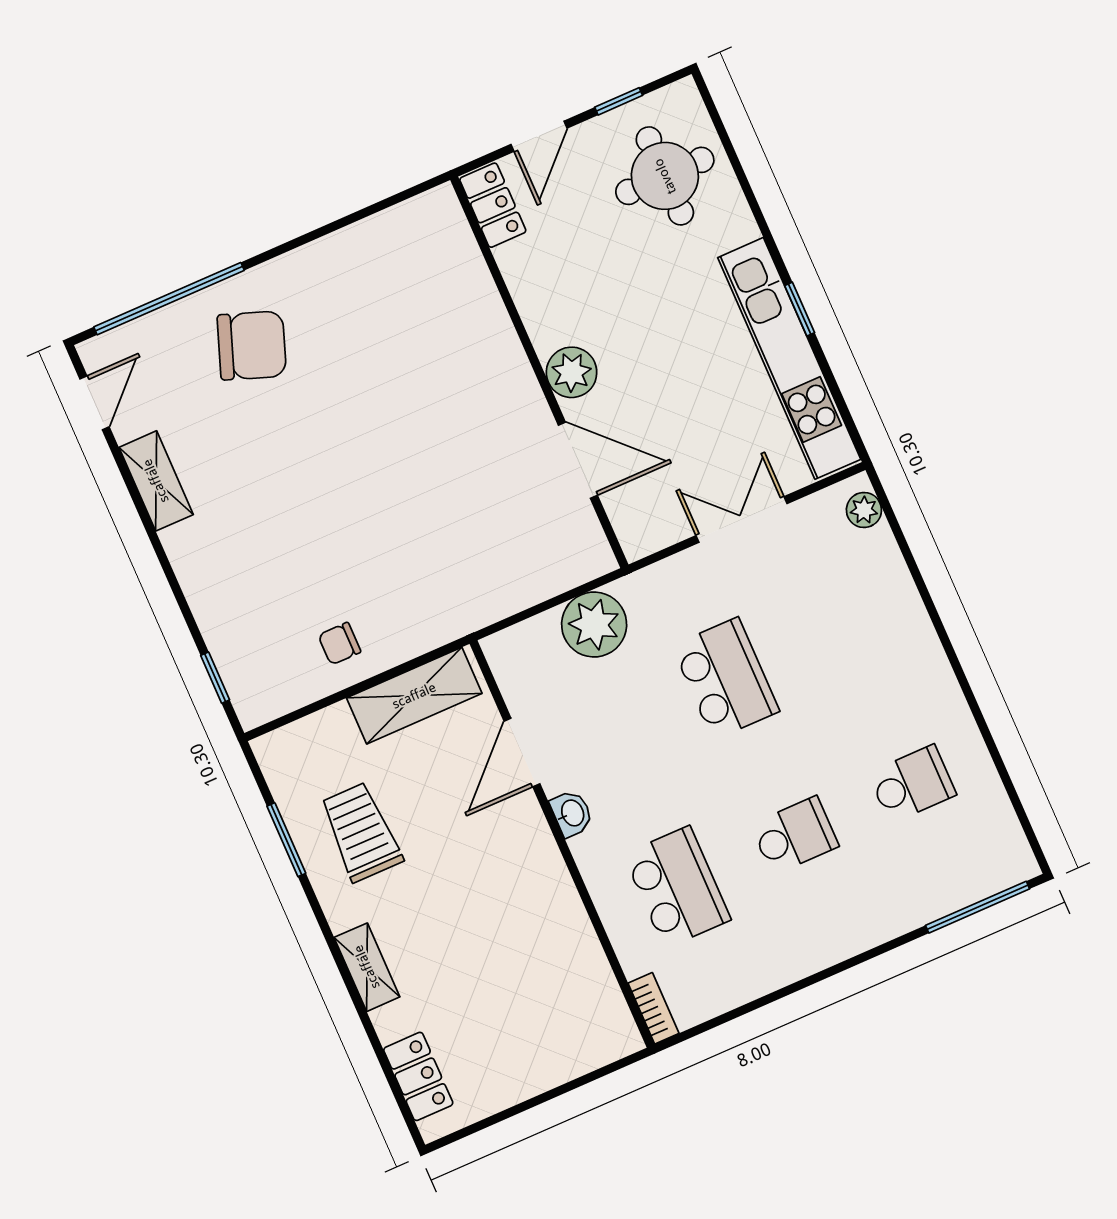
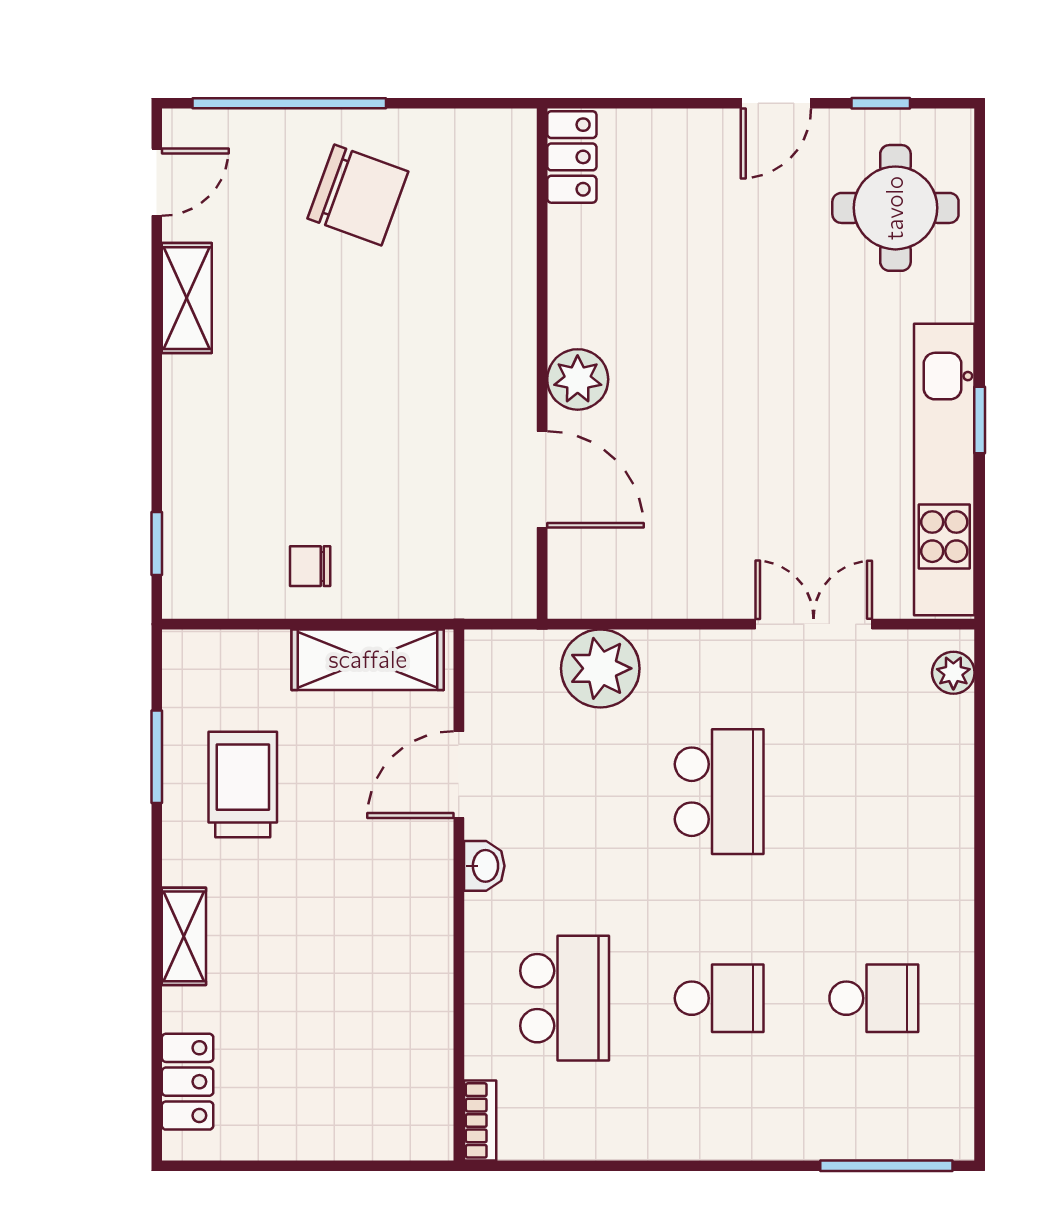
locker: (493, 205) -> (572, 157), moved
wall: (539, 372) -> (542, 364), moved
plant: (572, 372) -> (578, 379), moved
door: (578, 460) -> (542, 479), moved

